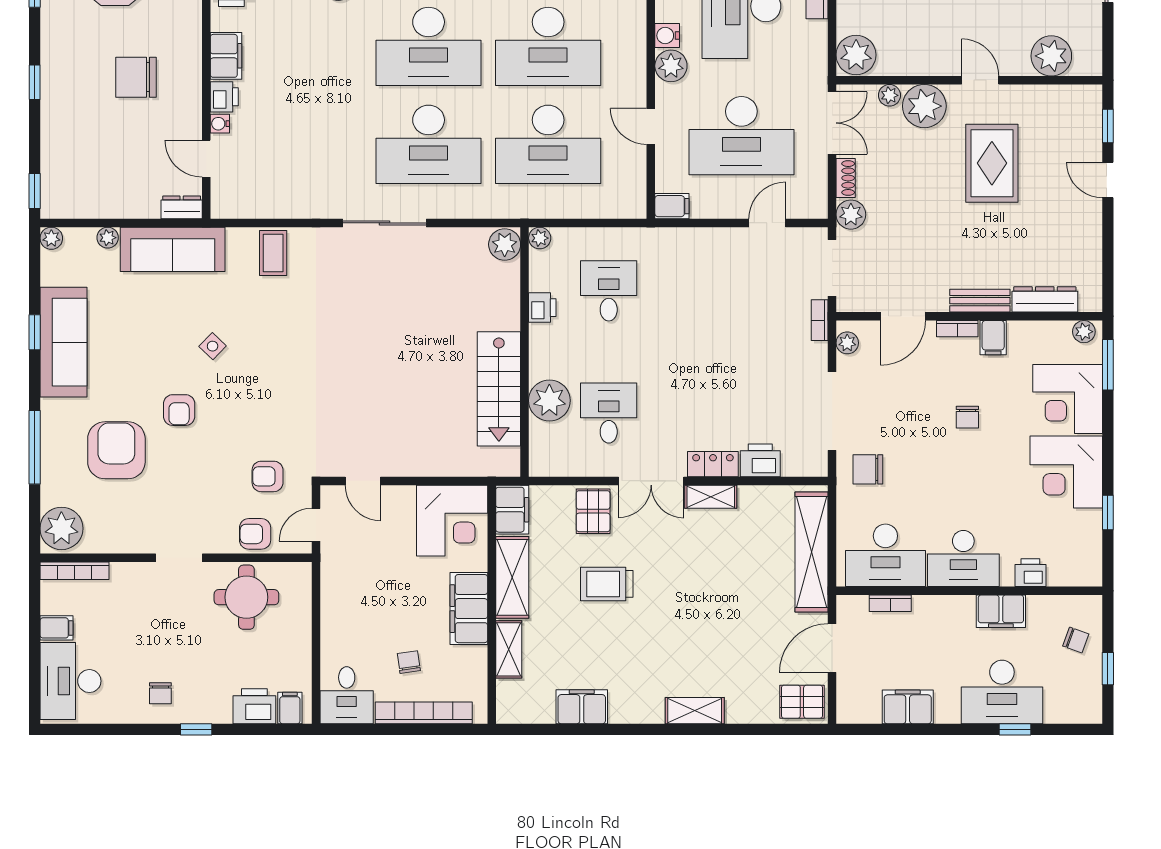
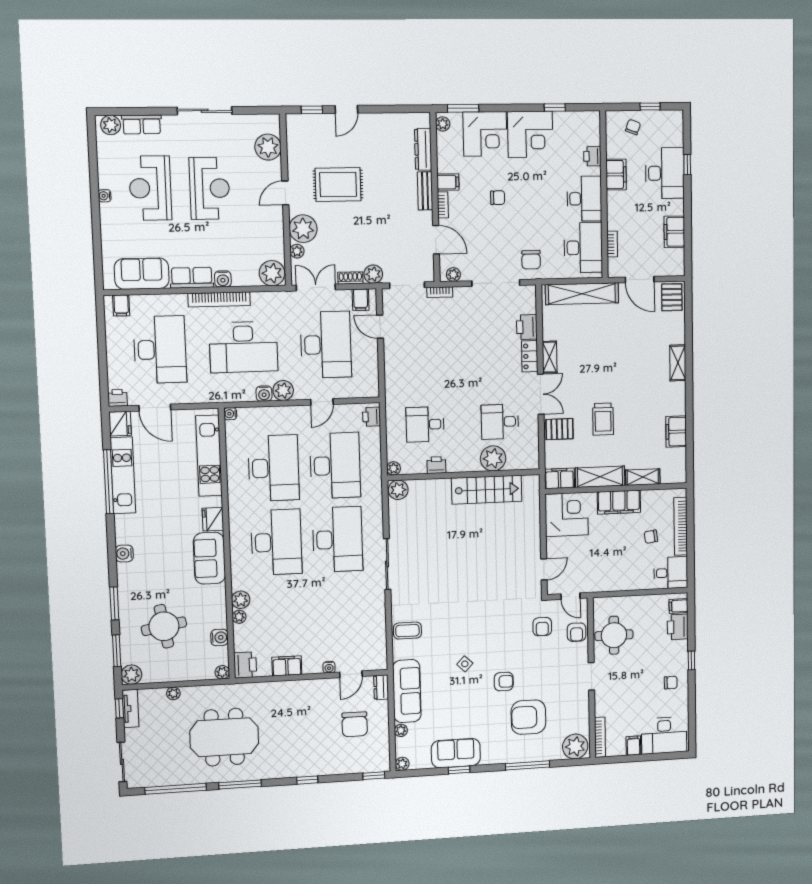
chair: (136, 77) -> (355, 724), moved
printer: (224, 97) -> (372, 417), moved, turned -90
filing cabinet: (672, 206) -> (361, 300), moved, turned 180
sofa: (63, 342) -> (456, 753), width x0.73

